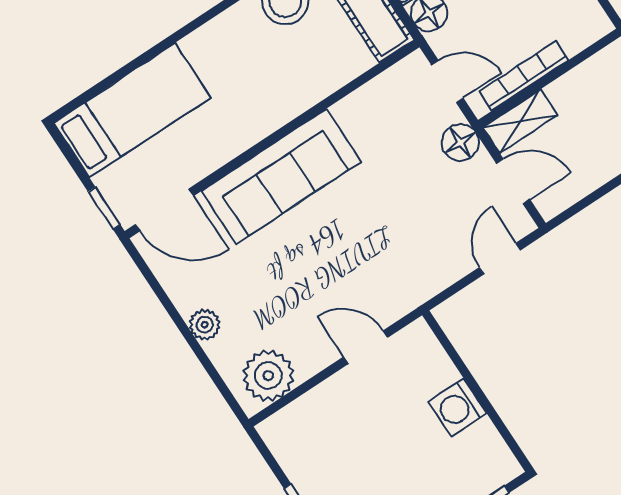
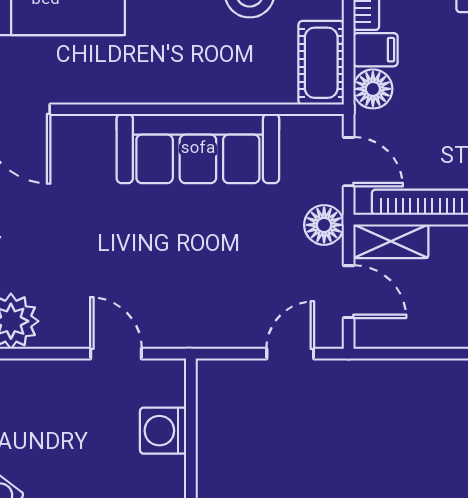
sofa: (281, 176) -> (198, 149), moved
washing machine: (457, 408) -> (163, 431), moved

